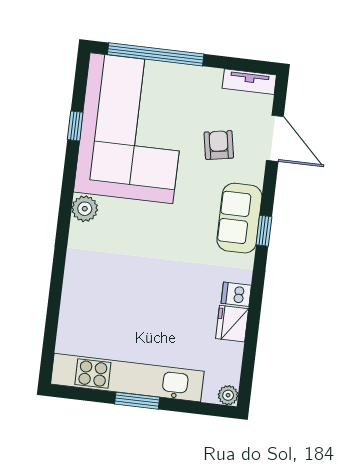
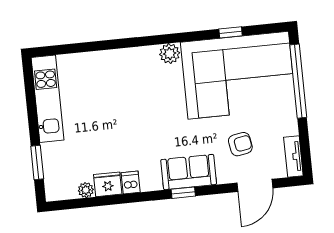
kitchen unit: (127, 378) -> (48, 99), width x0.73
plant: (228, 395) -> (86, 190), moved
window: (137, 401) -> (37, 163), moved

